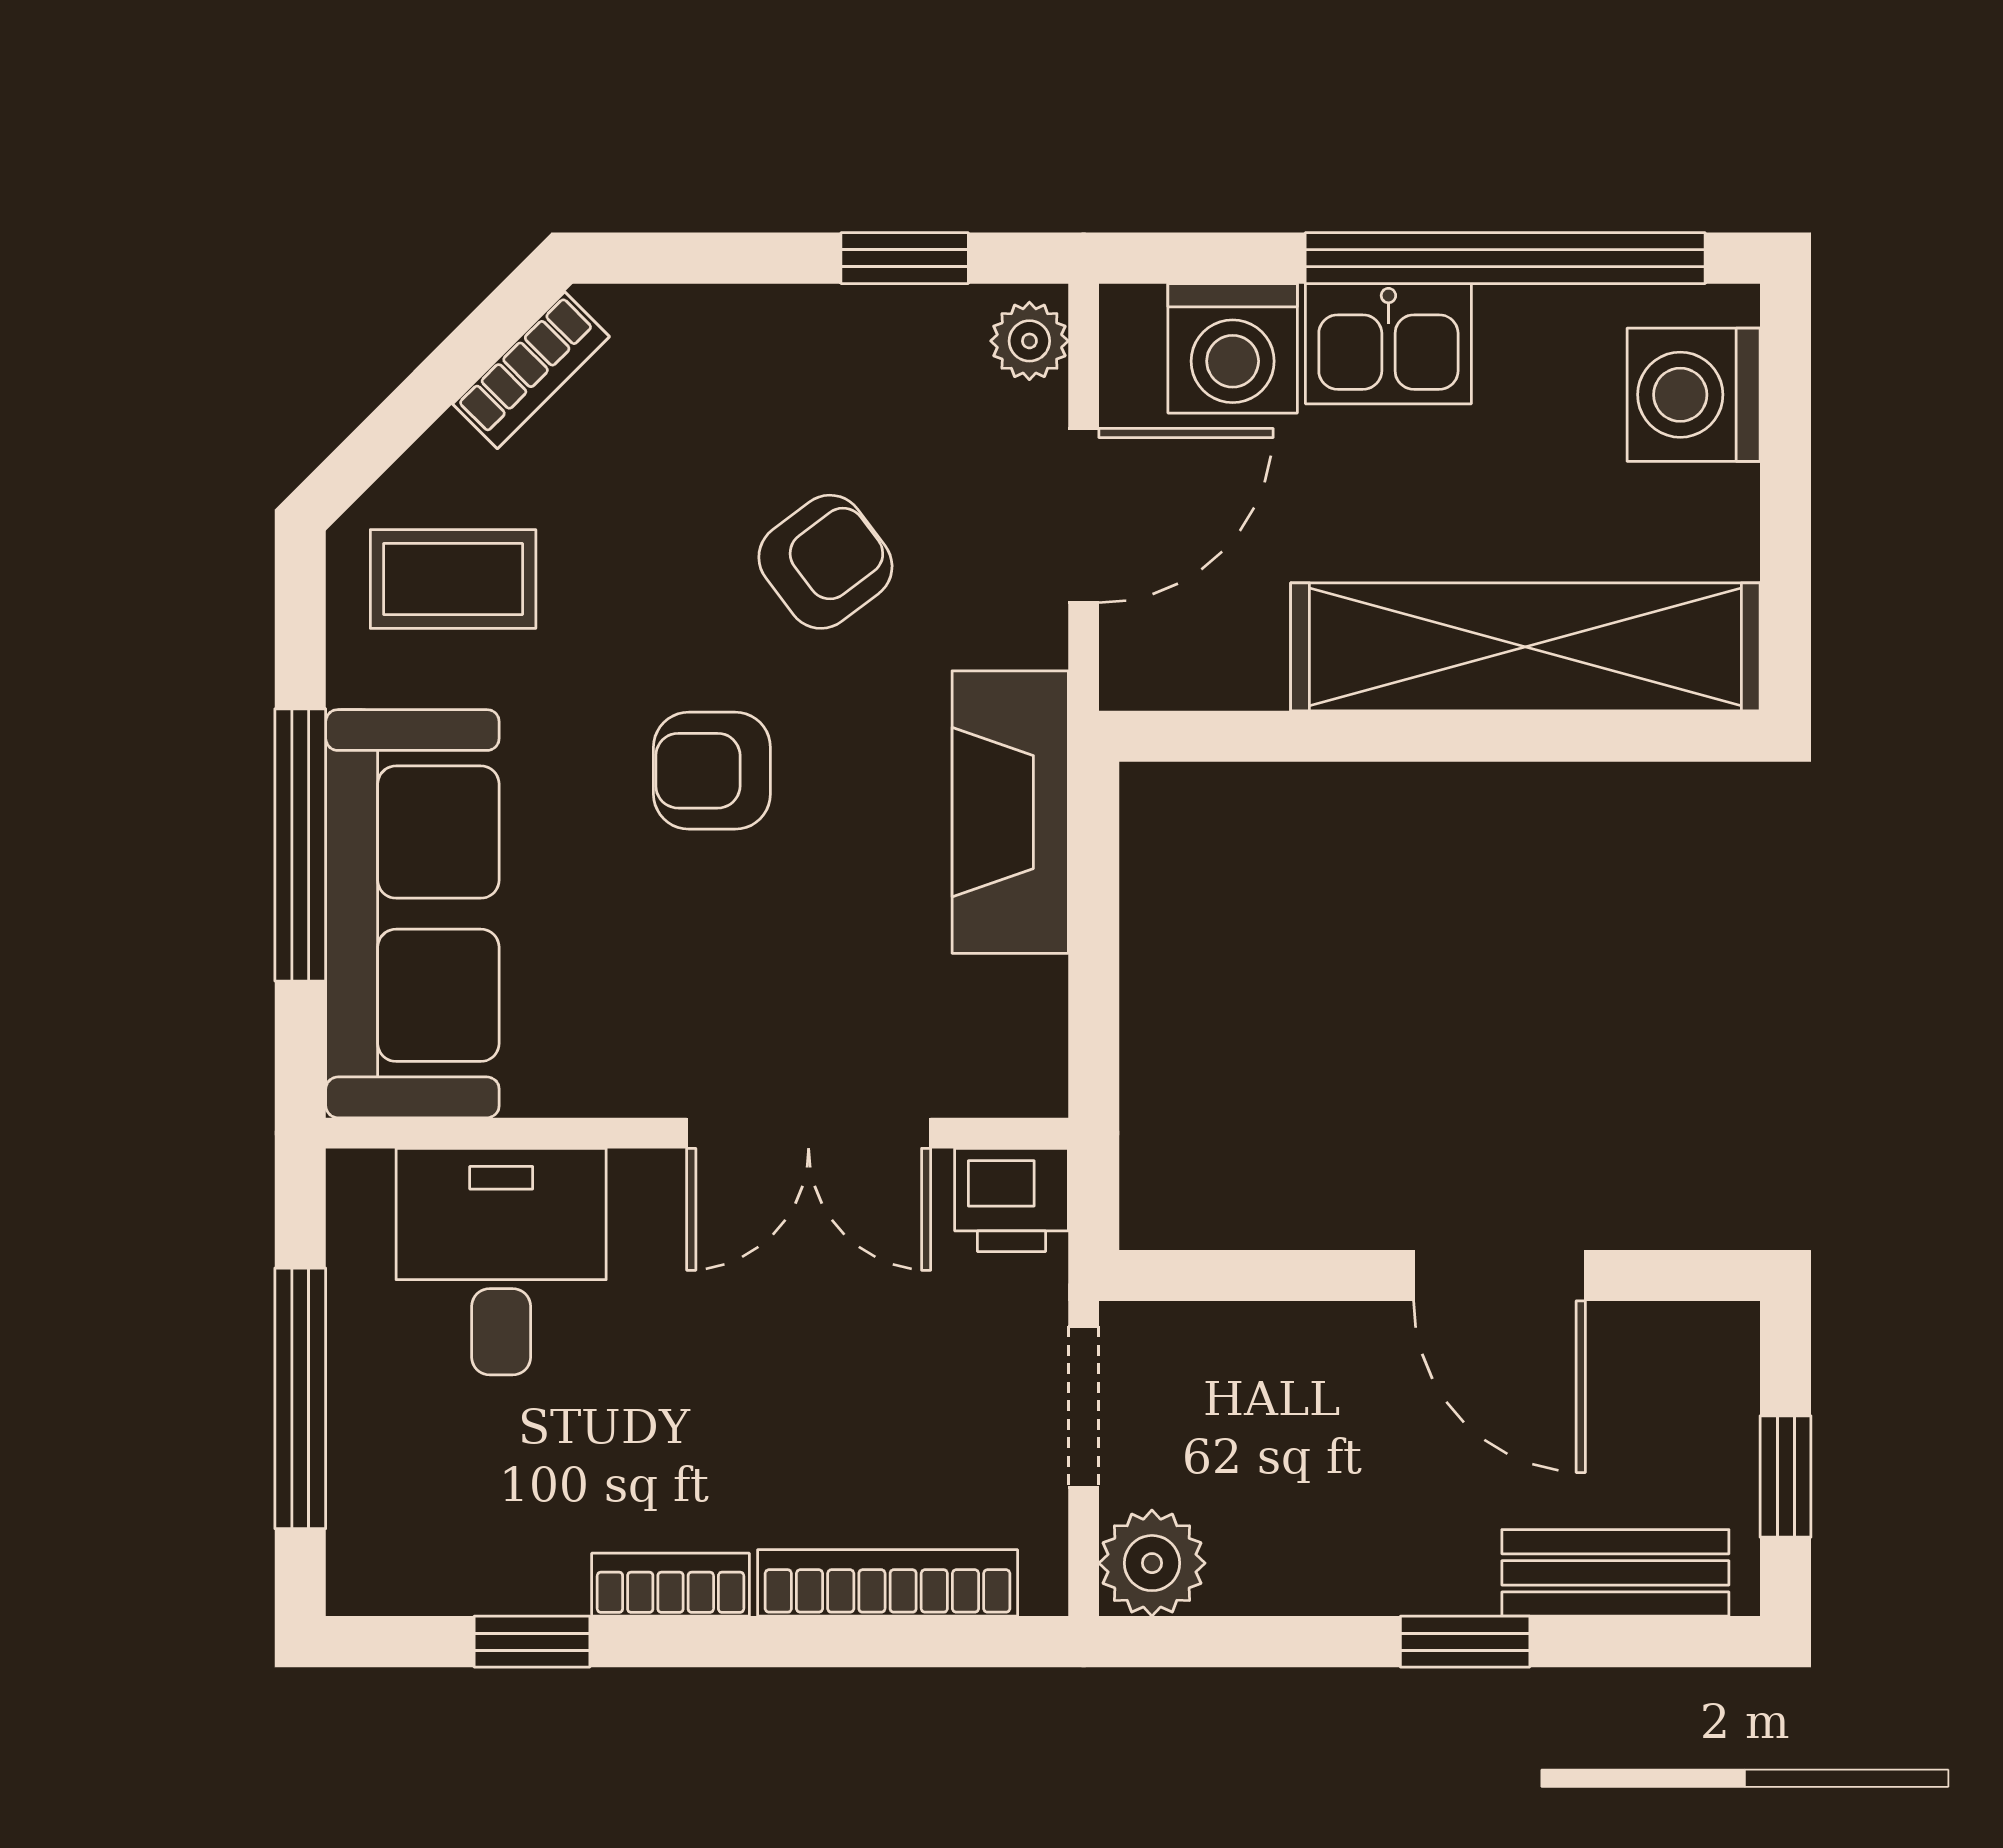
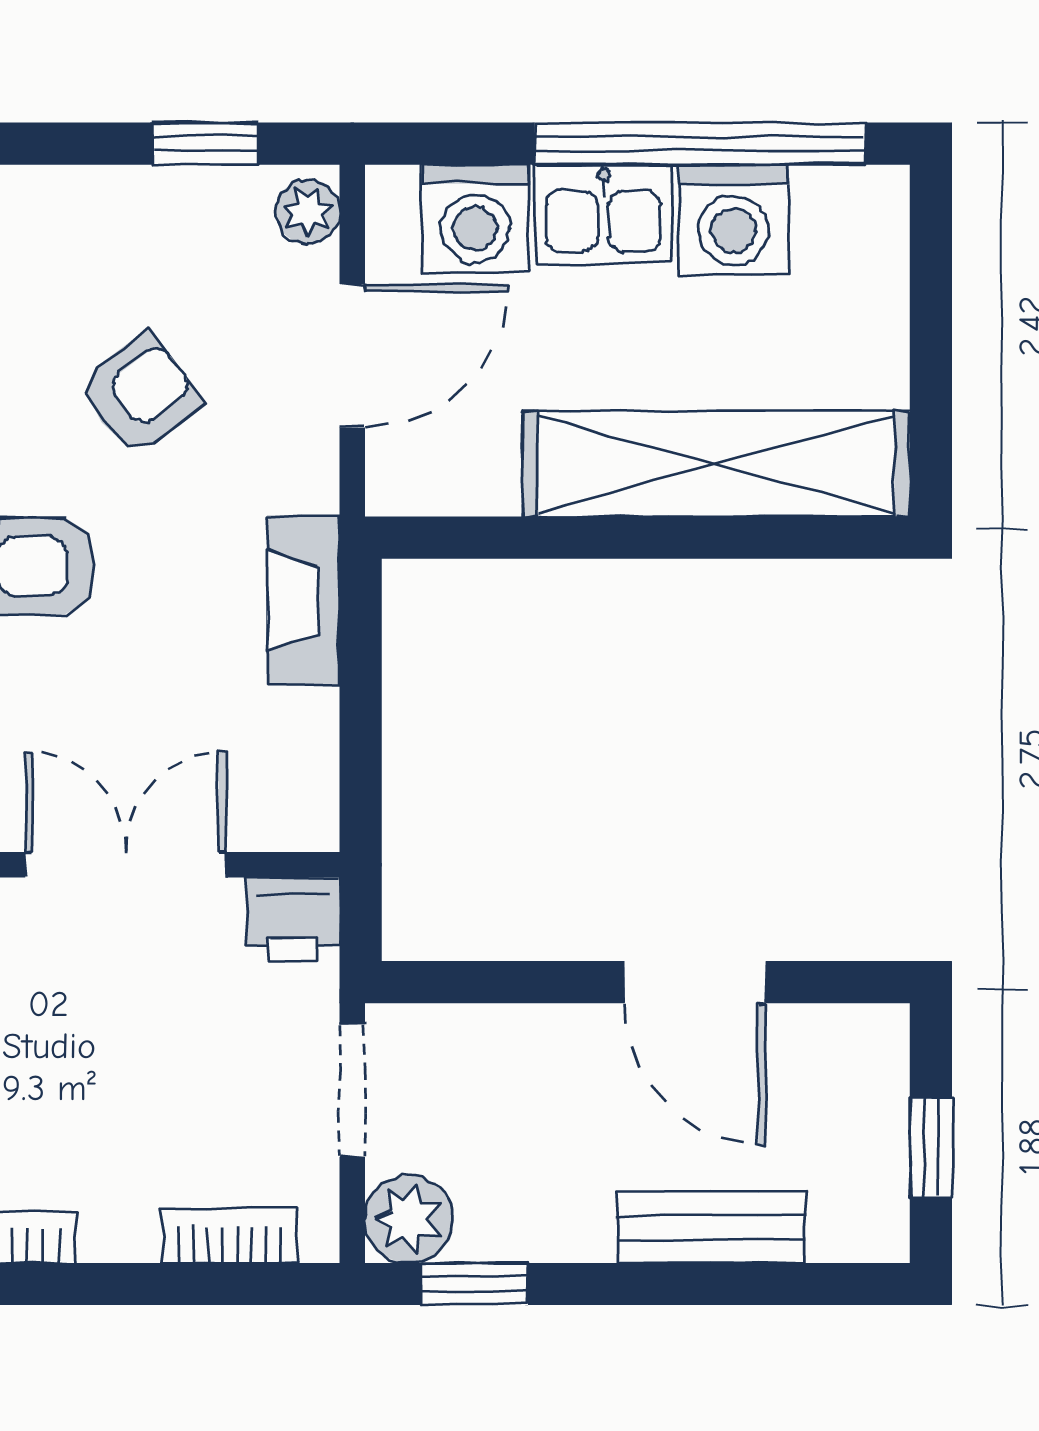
washing machine: (1694, 395) -> (733, 219), moved, turned -90
fireplace: (1010, 812) -> (303, 600), width x0.73, depth x0.76
double door: (809, 1133) -> (126, 865), swing flipped
bench: (1615, 1573) -> (712, 1227), moved
bookcase: (888, 1583) -> (229, 1236), width x0.64
window: (1465, 1642) -> (474, 1284), moved

